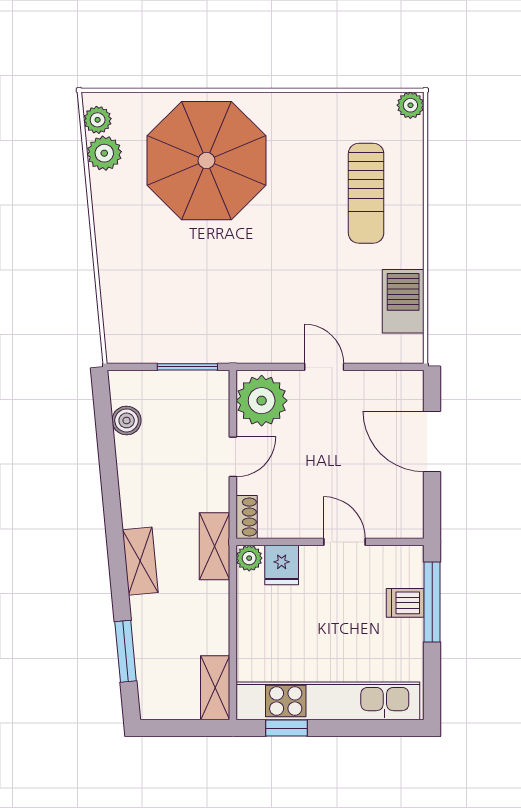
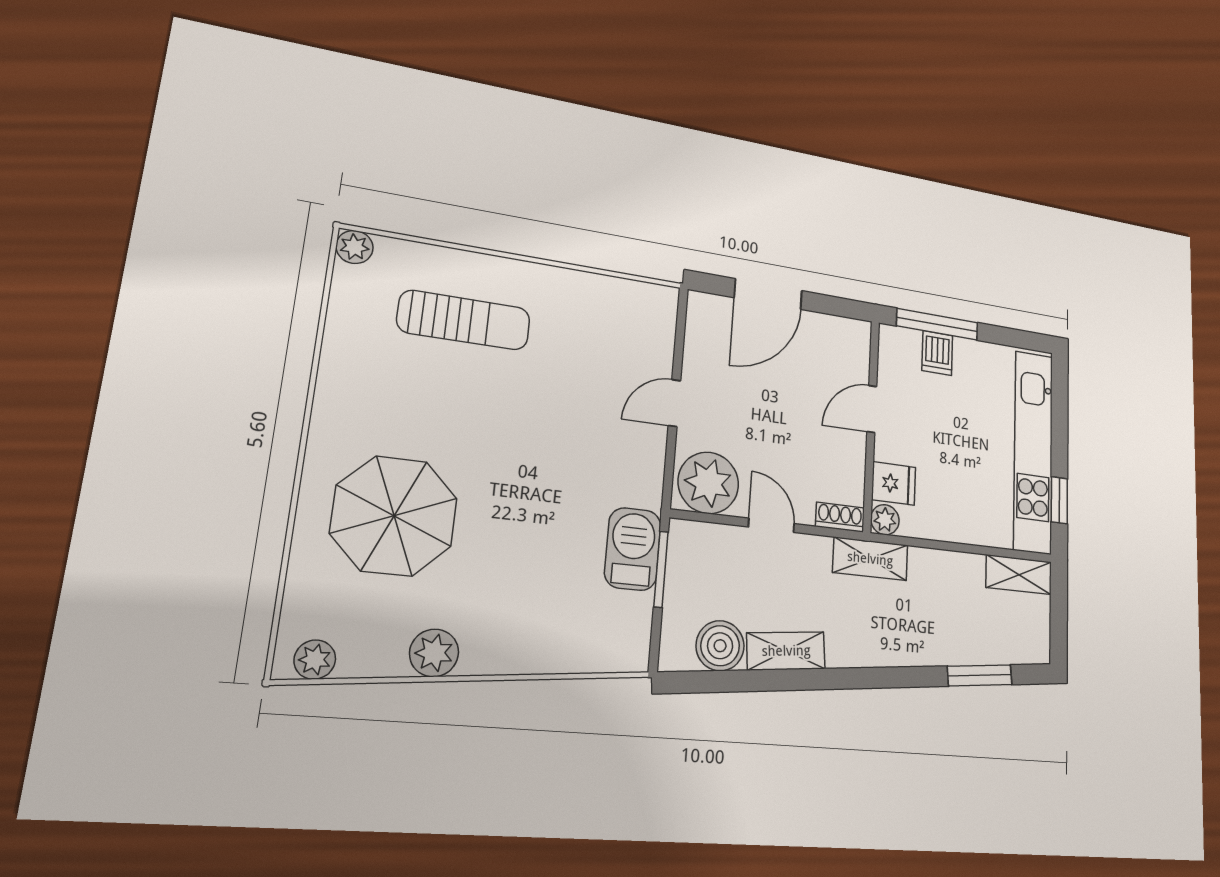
plant: (104, 153) -> (434, 653), moved
parasol: (206, 161) -> (394, 516), width x0.73, depth x0.73
barbecue: (403, 301) -> (633, 549), moved, turned 90
boiler: (127, 420) -> (720, 646), width x1.36, depth x1.36
shelving: (140, 561) -> (786, 651), moved

